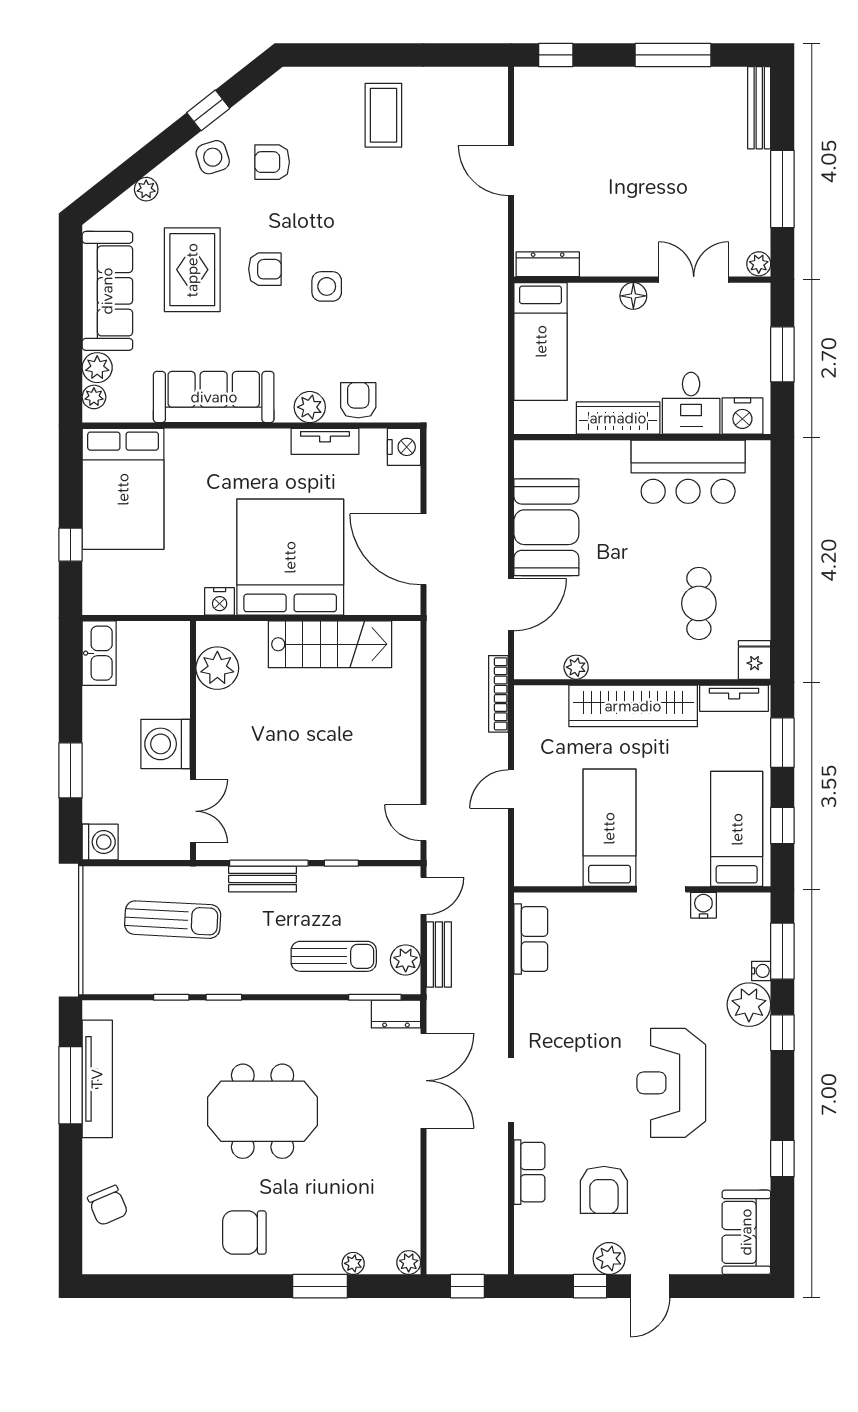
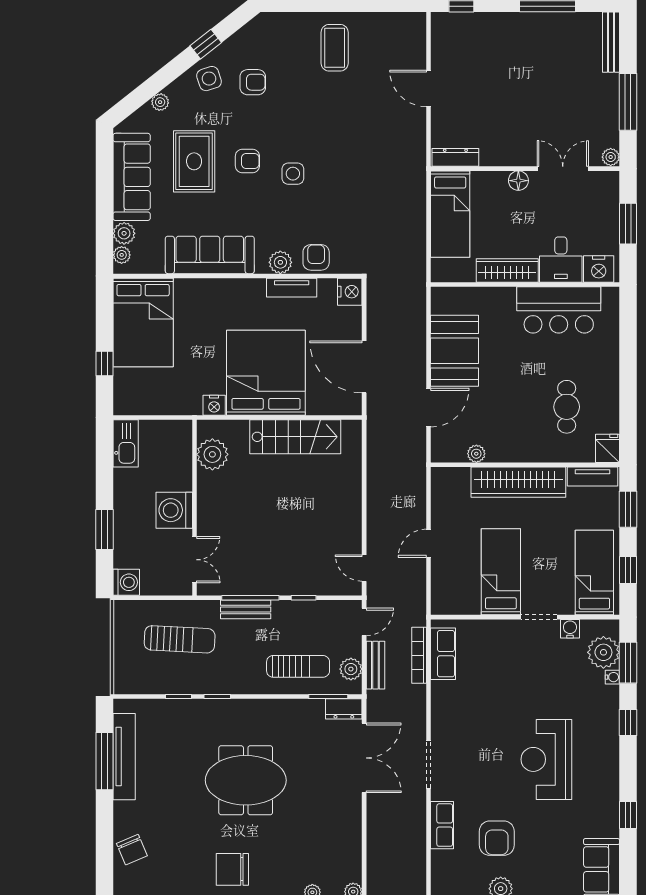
armchair: (272, 162) -> (253, 82), turned 180
bookcase: (498, 694) -> (419, 655), moved
plant: (749, 1005) -> (603, 652), moved

